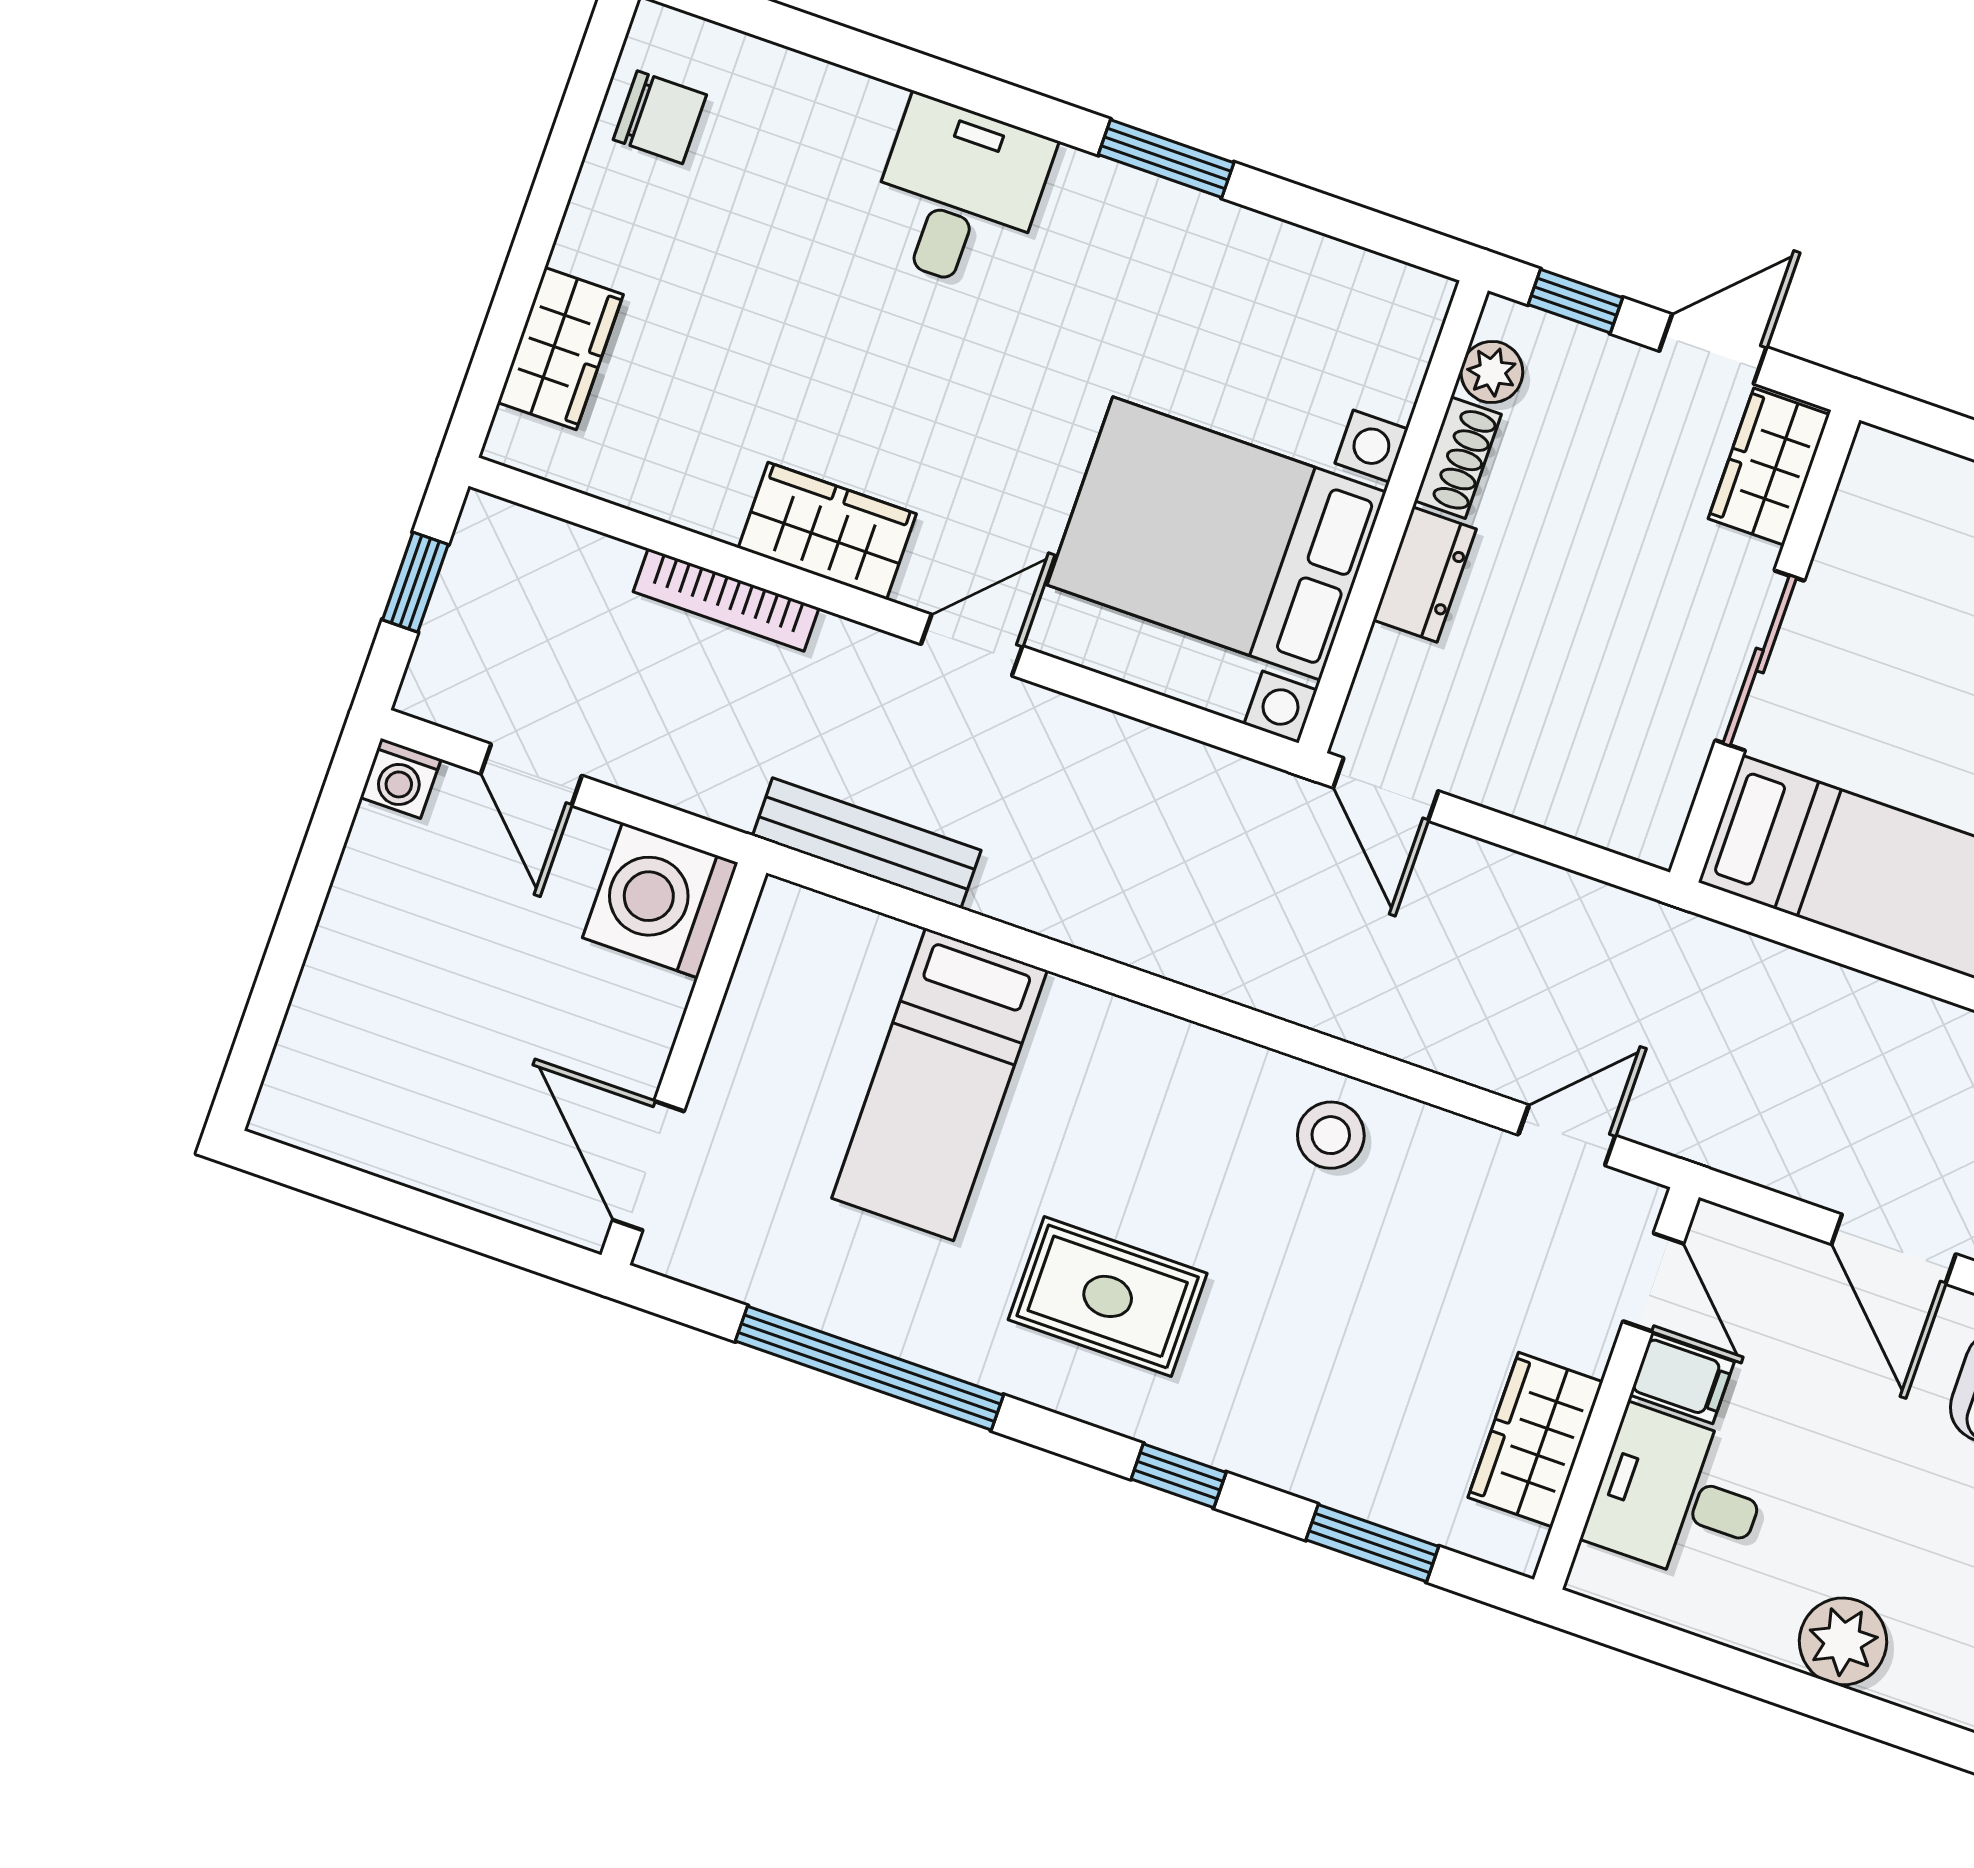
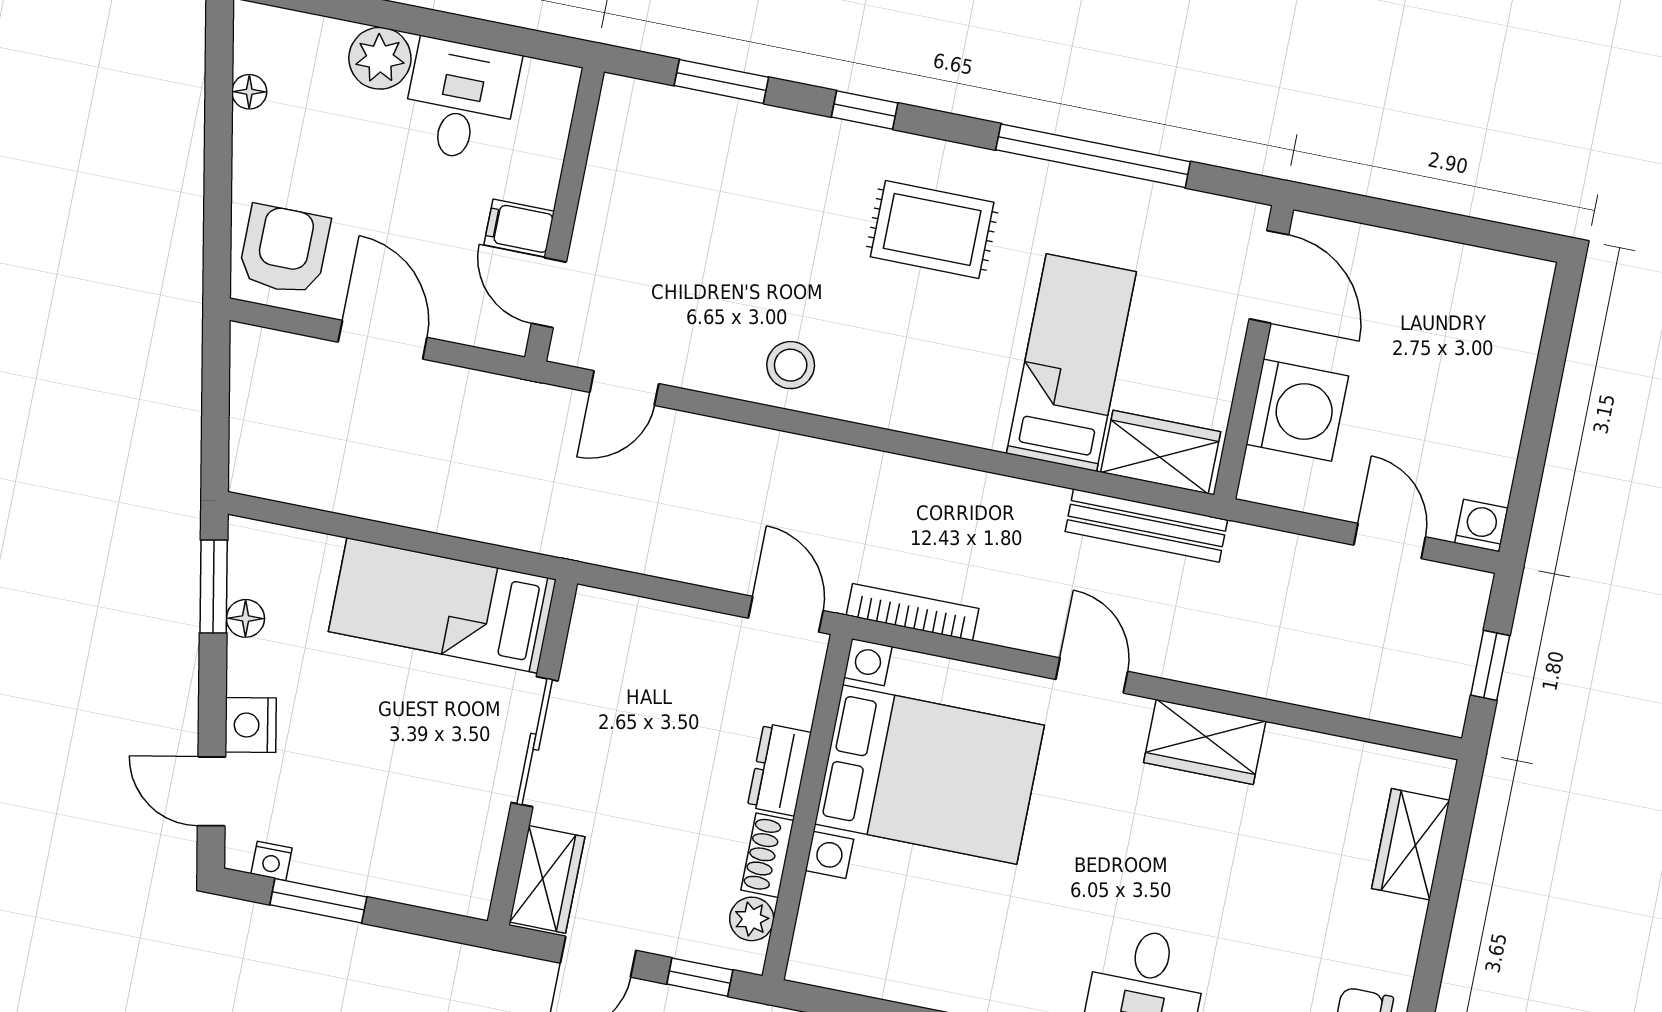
bookcase: (726, 600) -> (912, 612), moved
door: (972, 645) -> (1092, 675), swing flipped
washing machine: (660, 900) -> (1297, 410), moved
wardrobe: (1535, 1440) -> (1161, 452), moved, turned -90
desk: (1678, 1496) -> (461, 100), moved, turned -90

